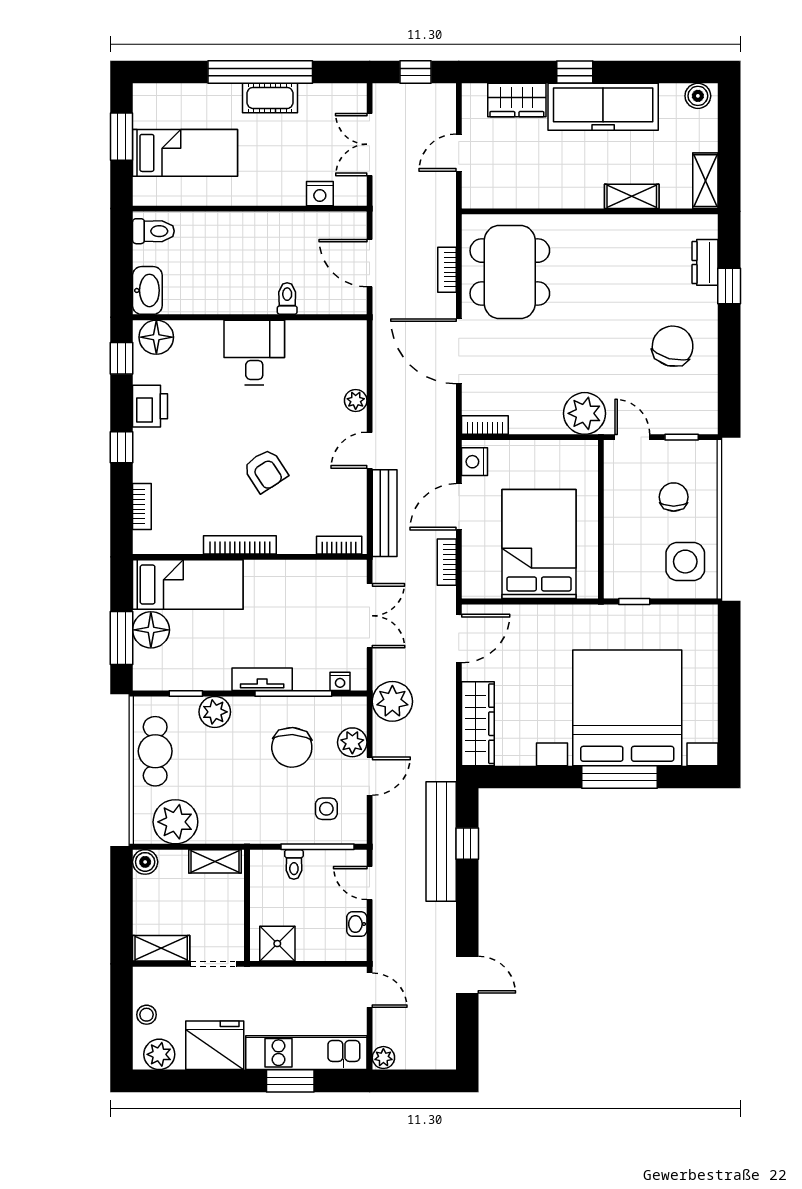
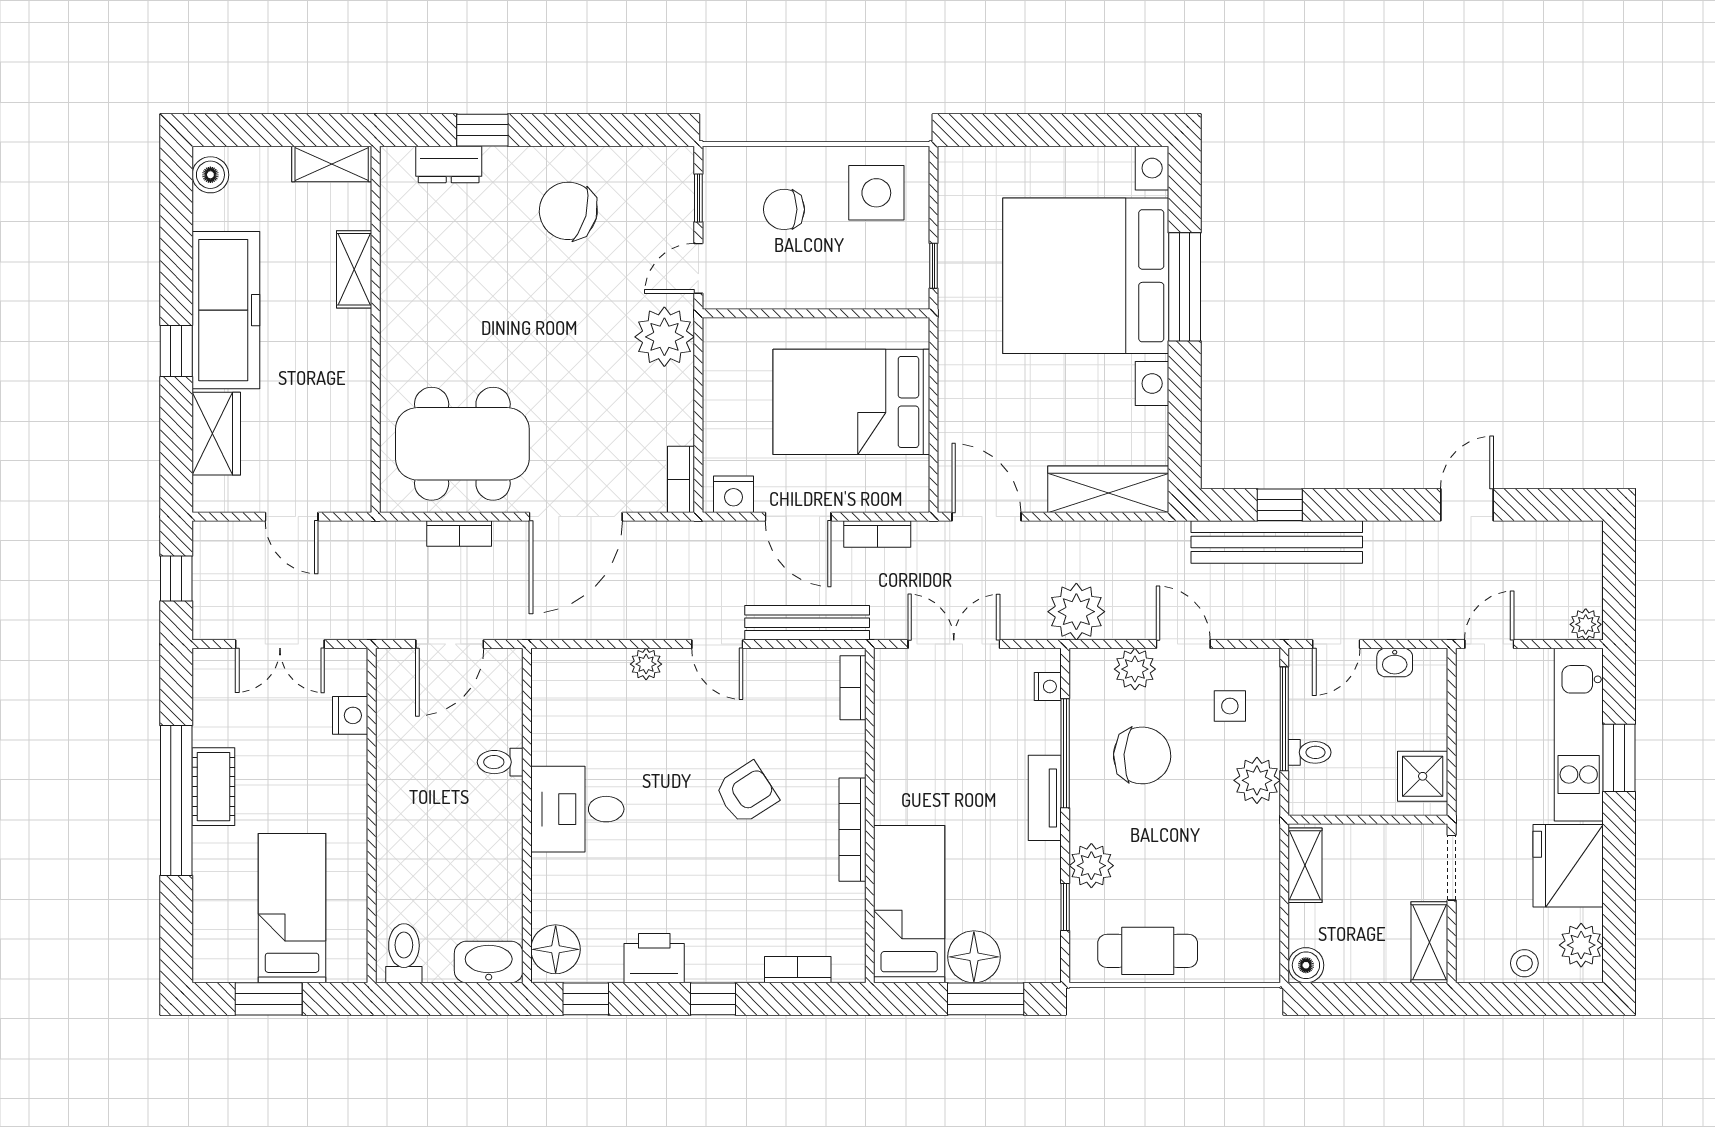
plant: (175, 822) -> (1257, 780), moved, width x0.73, depth x0.73

